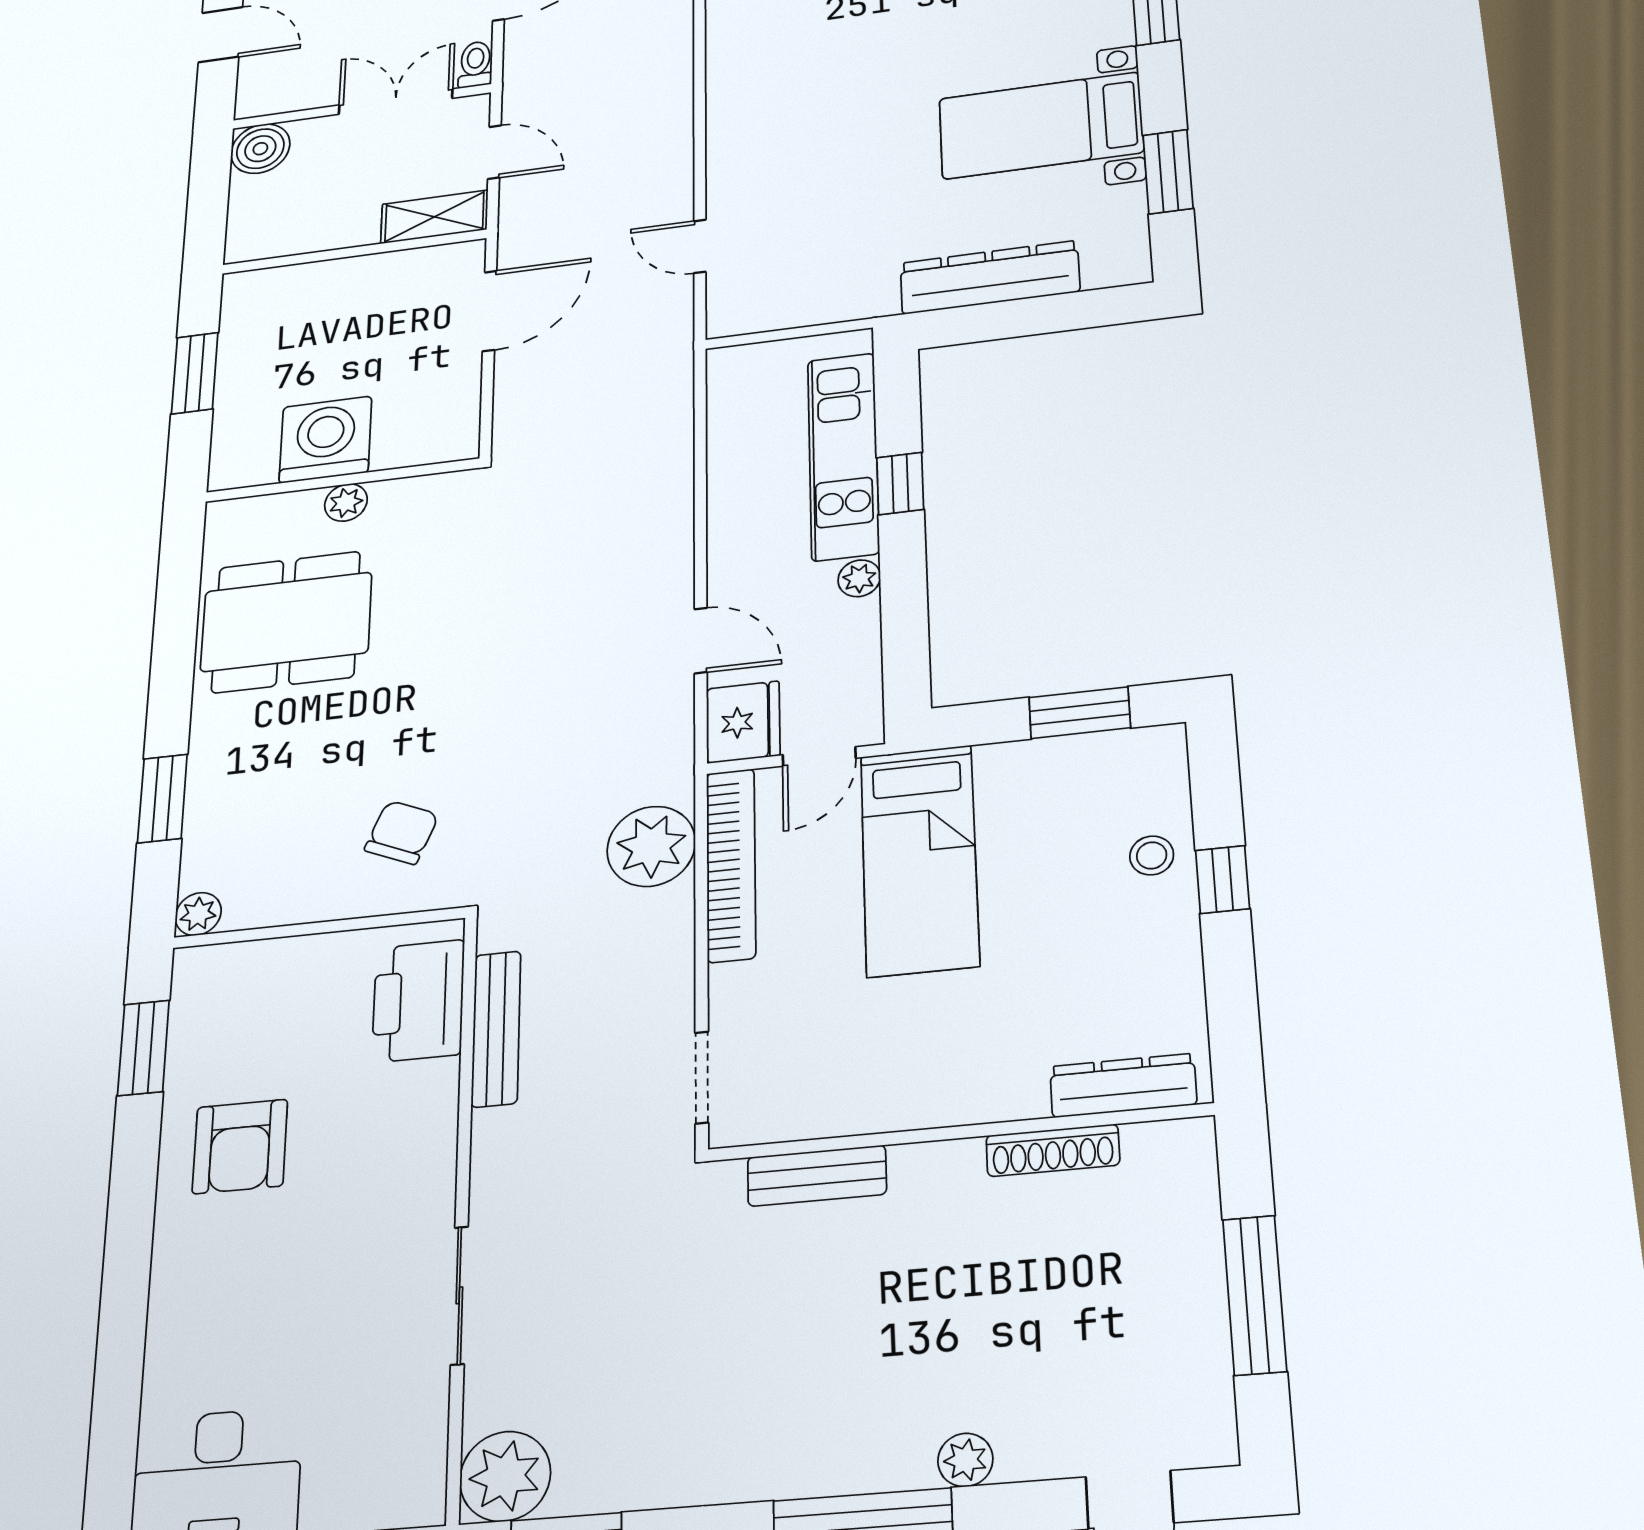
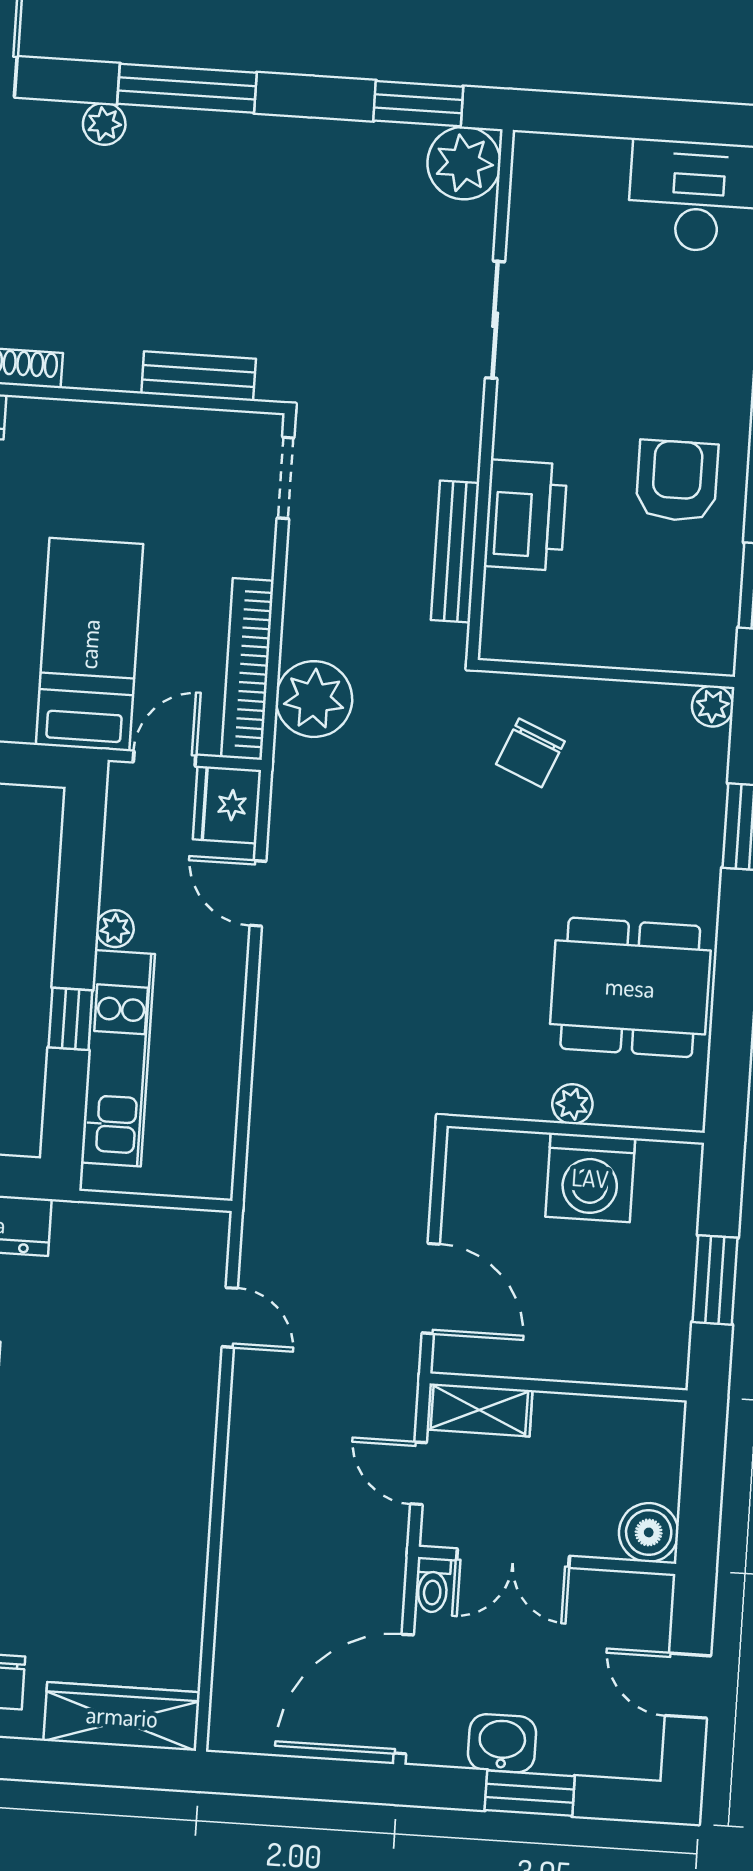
door: (490, 311) -> (431, 1289), swing flipped
printer: (418, 1001) -> (526, 515), moved

